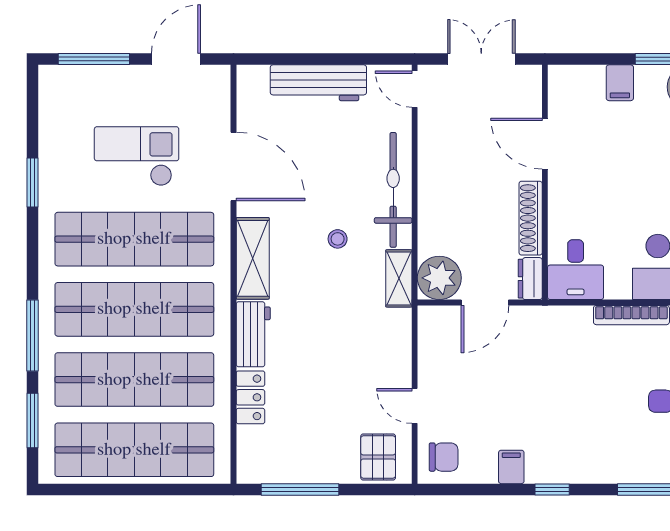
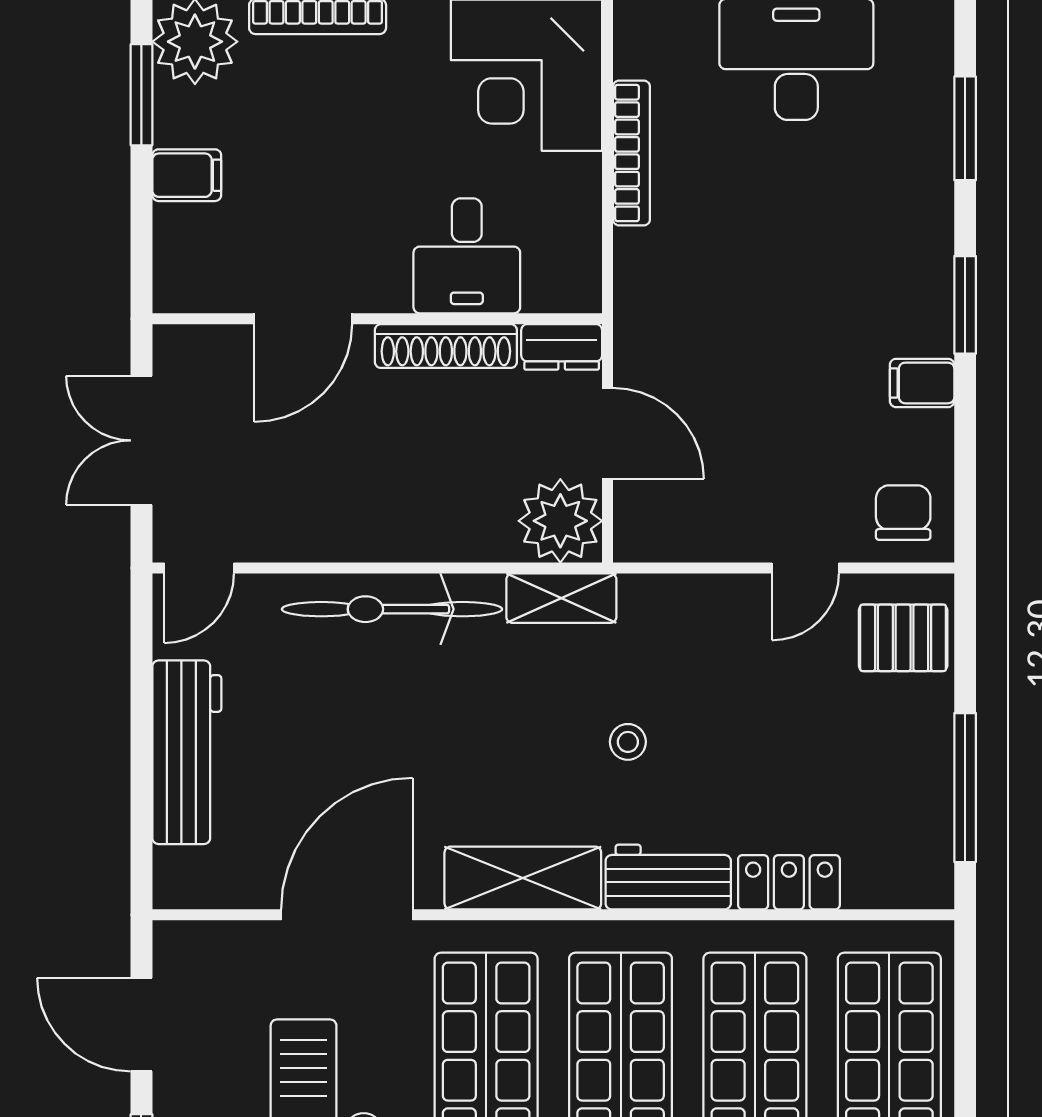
stool: (338, 239) -> (628, 742), moved
desk: (576, 270) -> (467, 256), moved, turned 90
window: (552, 489) -> (965, 305), width x1.50

